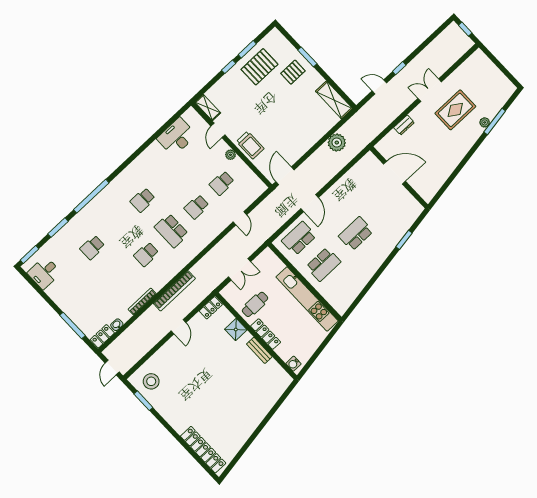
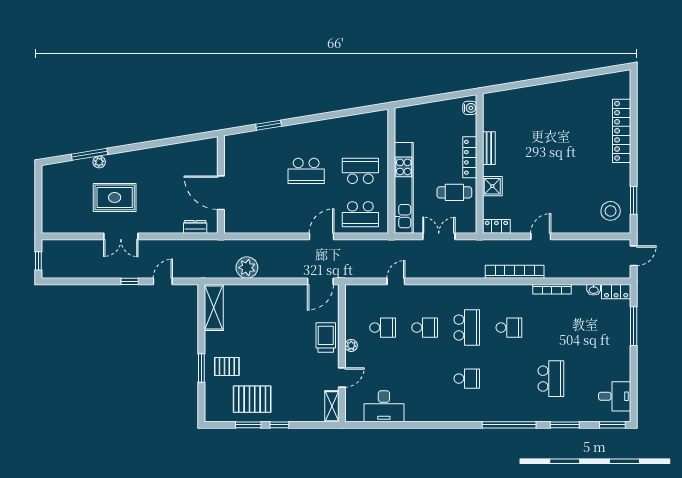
door: (379, 87) -> (163, 281), swing flipped
dresser: (404, 125) -> (195, 227), moved
school desk: (92, 247) -> (551, 379), width x1.85
kitchen unit: (307, 299) -> (404, 188), moved
locker: (203, 450) -> (622, 131), moved

